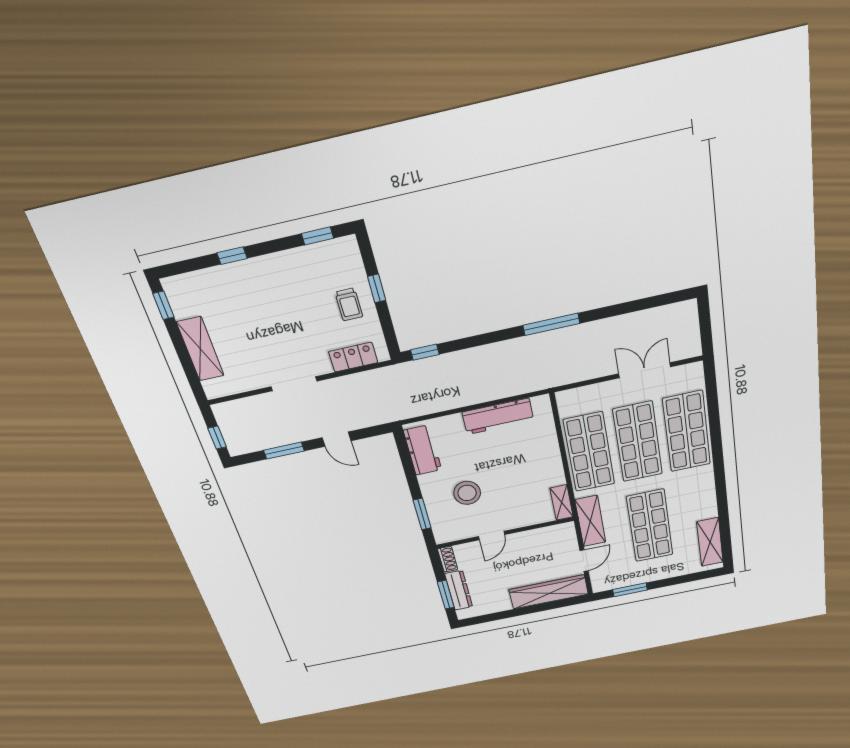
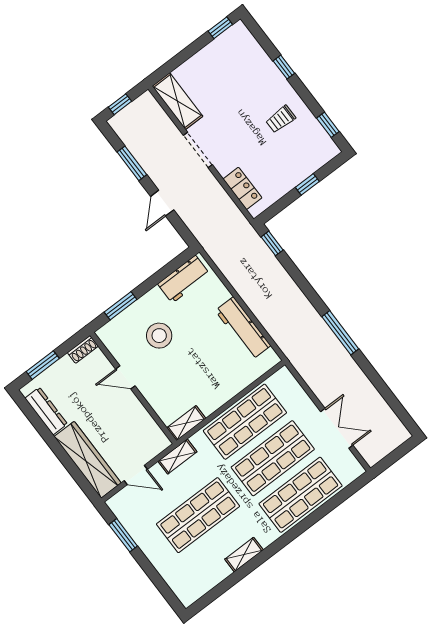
trolley: (349, 304) -> (281, 119), moved
shelving: (200, 349) -> (177, 101), moved, turned 90
shelving: (590, 521) -> (177, 457), width x0.67, depth x0.75
shelving: (710, 542) -> (244, 555), moved, width x0.67, depth x0.75
dresser: (459, 590) -> (46, 411), moved, turned -90

